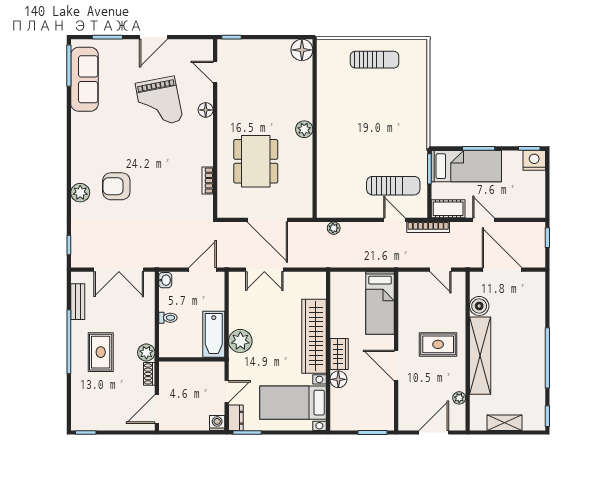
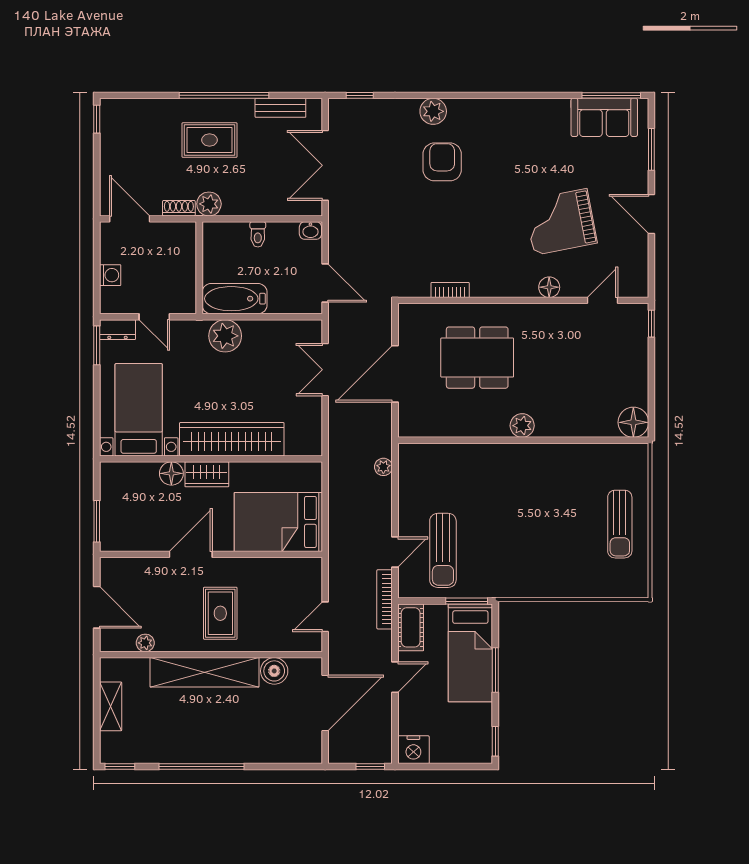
sofa: (85, 79) -> (604, 117), width x0.73
nightstand: (534, 160) -> (413, 750), moved, turned 90
bed: (380, 303) -> (278, 522), width x1.50
washing machine: (217, 423) -> (110, 275), moved

